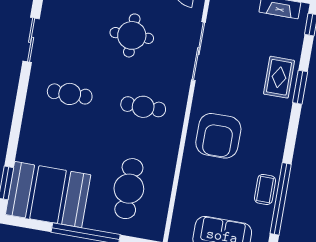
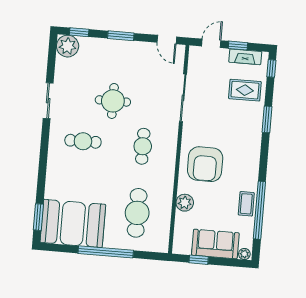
round table: (132, 35) -> (113, 101), moved
rug: (279, 77) -> (245, 90), moved, turned 90
cafe table: (143, 107) -> (143, 146), turned 90
plant: (189, 181) -> (185, 203), added

